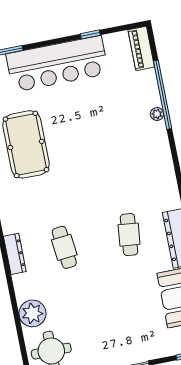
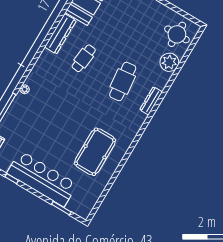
plant: (157, 114) -> (25, 89), moved
cafe table: (64, 247) -> (123, 81), width x1.37, depth x1.35

